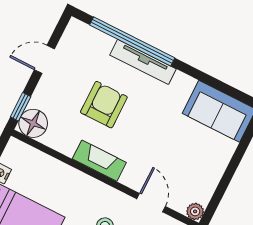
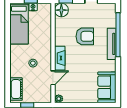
fireplace: (99, 161) -> (60, 58), moved

